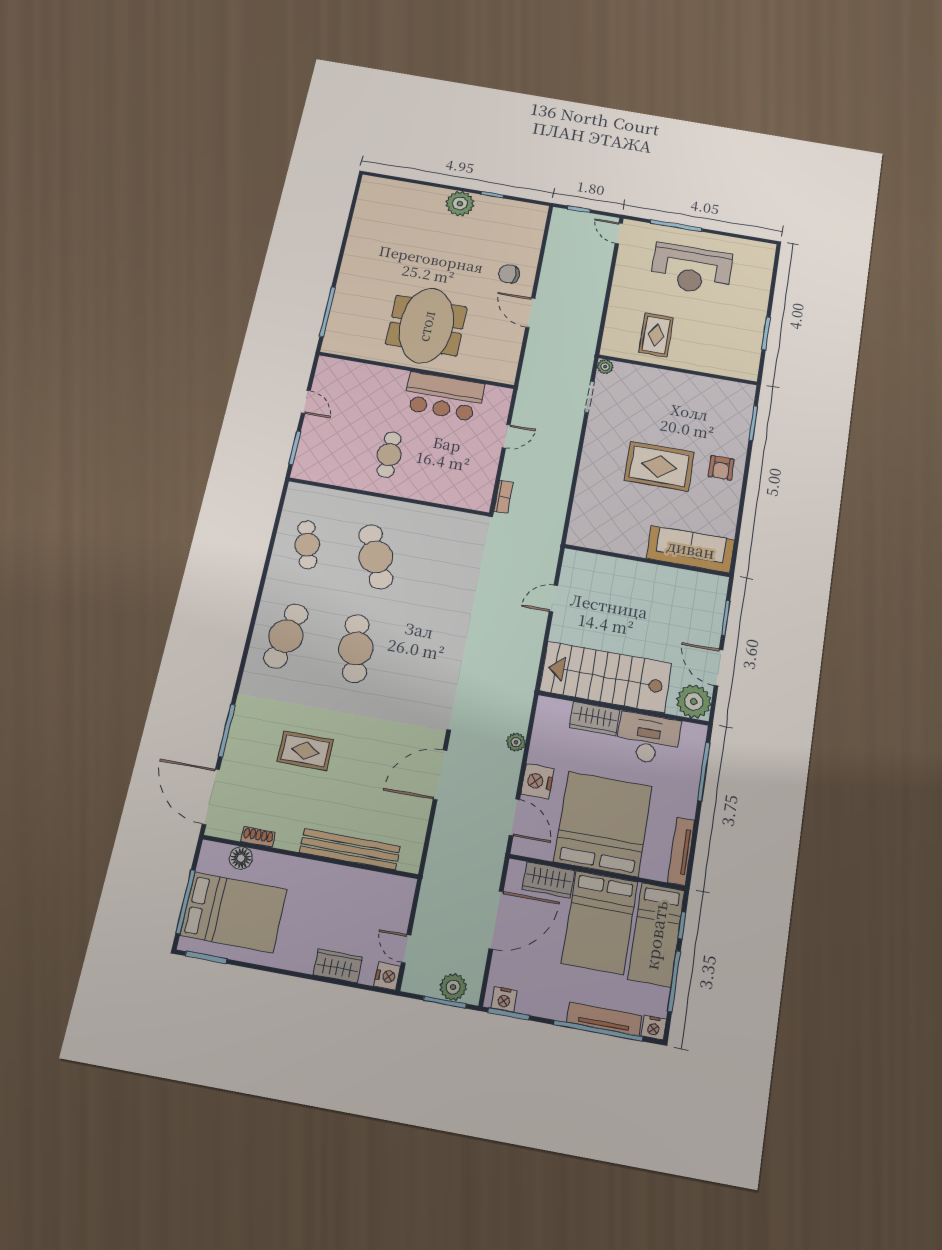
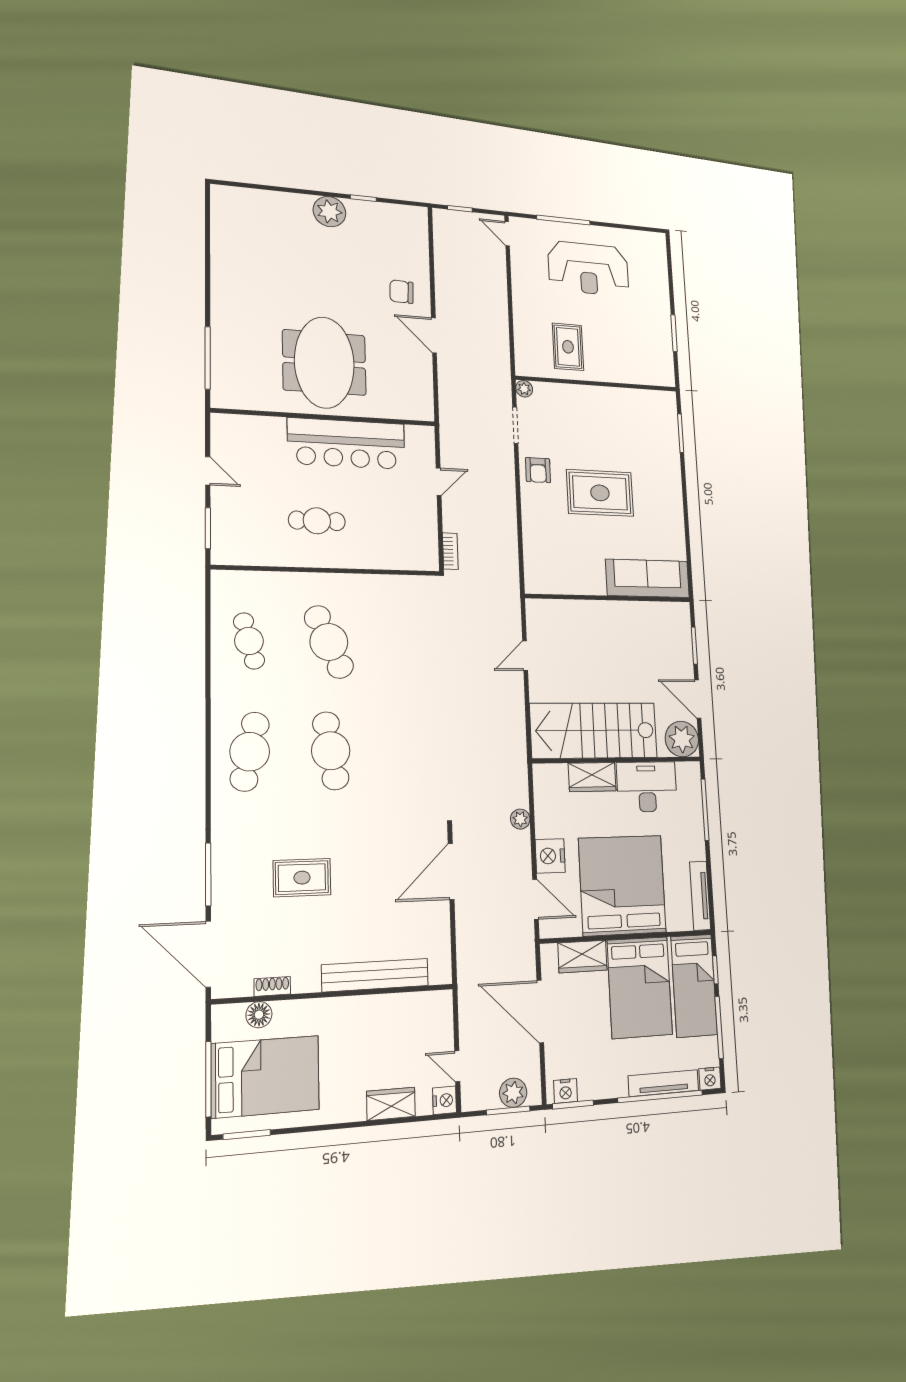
bar counter: (444, 397) -> (347, 444), width x1.36
cafe table: (389, 455) -> (317, 521), turned 90
armchair: (721, 468) -> (538, 470), moved
door: (496, 920) -> (540, 1012), swing flipped

